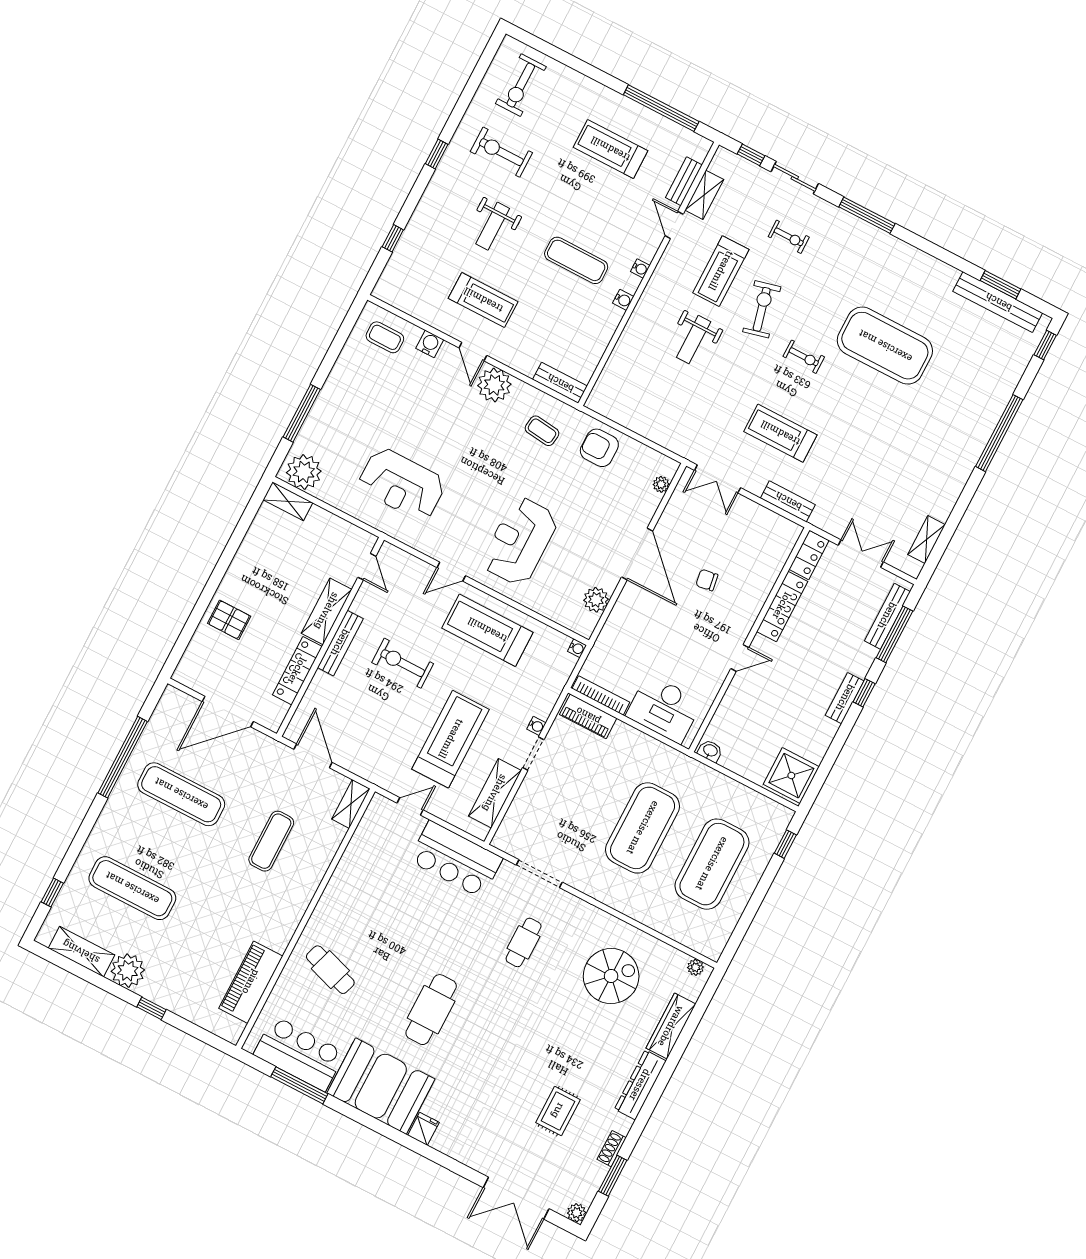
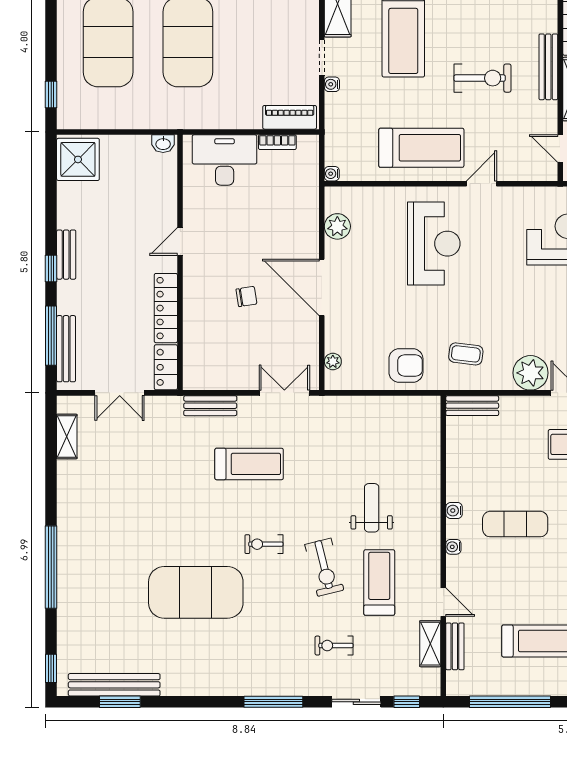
bookcase: (601, 695) -> (277, 142), width x0.64

